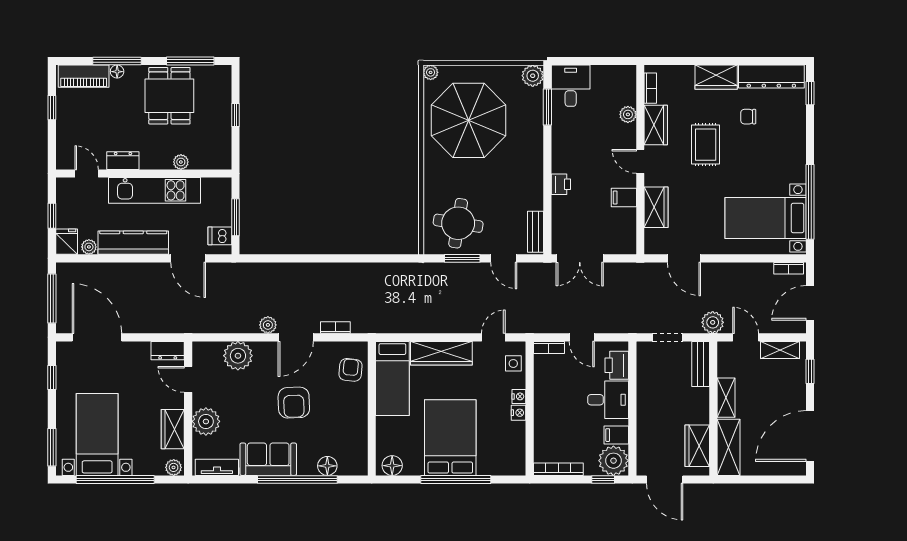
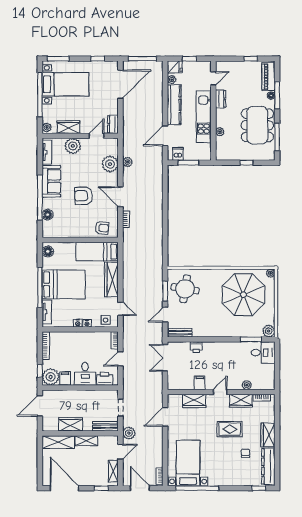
dining table: (169, 96) -> (257, 125), width x1.38
printer: (561, 184) -> (196, 347), moved
plant: (268, 325) -> (127, 162), moved
wardrobe: (697, 446) -> (71, 424), moved
tv unit: (499, 467) -> (47, 312), added

